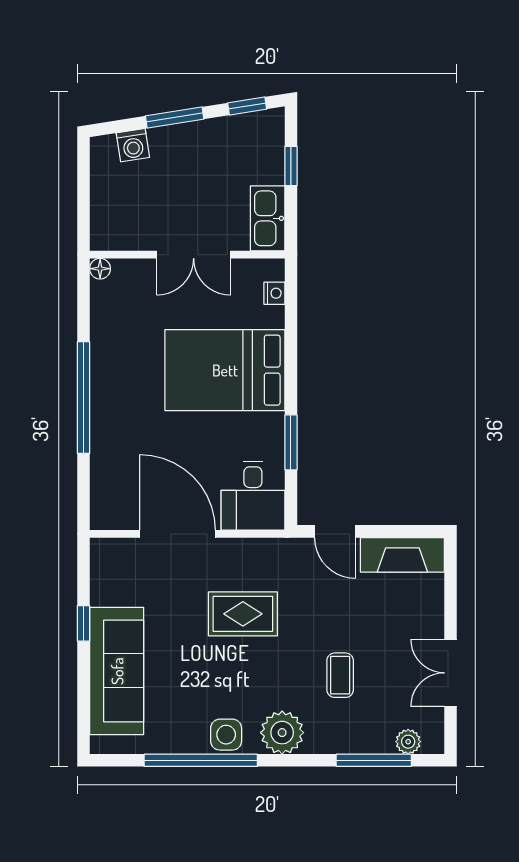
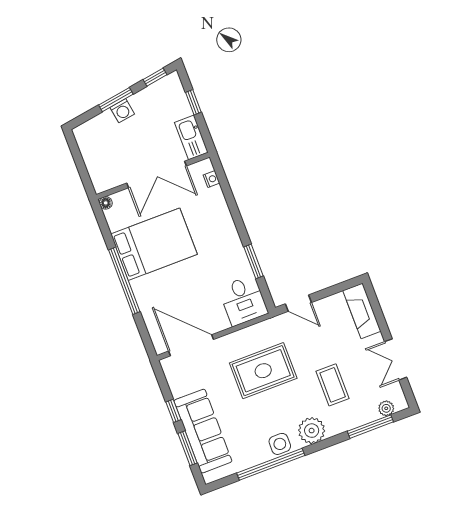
washing machine: (133, 145) -> (122, 111), moved
double door: (194, 255) -> (157, 174), width x1.37
bed: (225, 370) -> (154, 244), moved, turned 180
door: (177, 534) -> (191, 345), moved
fireplace: (402, 555) -> (362, 311), moved, turned 90
rug: (243, 614) -> (263, 371), width x1.36, depth x1.43
coffee table: (340, 675) -> (333, 385), width x1.36, depth x1.30
window: (84, 688) -> (188, 448), added

